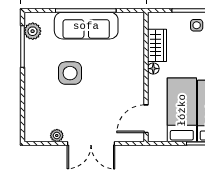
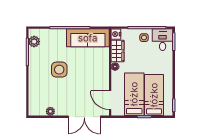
nightstand: (155, 20) -> (116, 34), added
sofa: (86, 26) -> (88, 38), moved
door: (146, 119) -> (110, 100), hinge flipped
double door: (91, 144) -> (84, 117), moved

